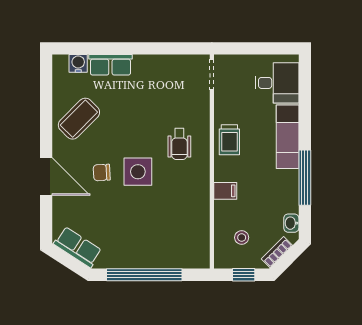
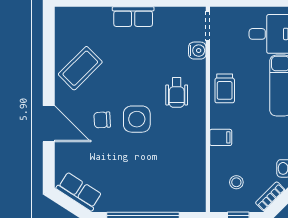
water cooler: (78, 63) -> (197, 51), moved, turned 90
row of seats: (110, 65) -> (133, 17), moved

